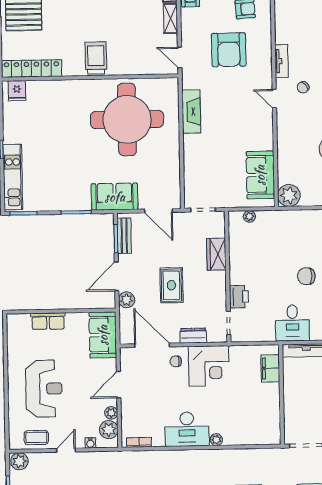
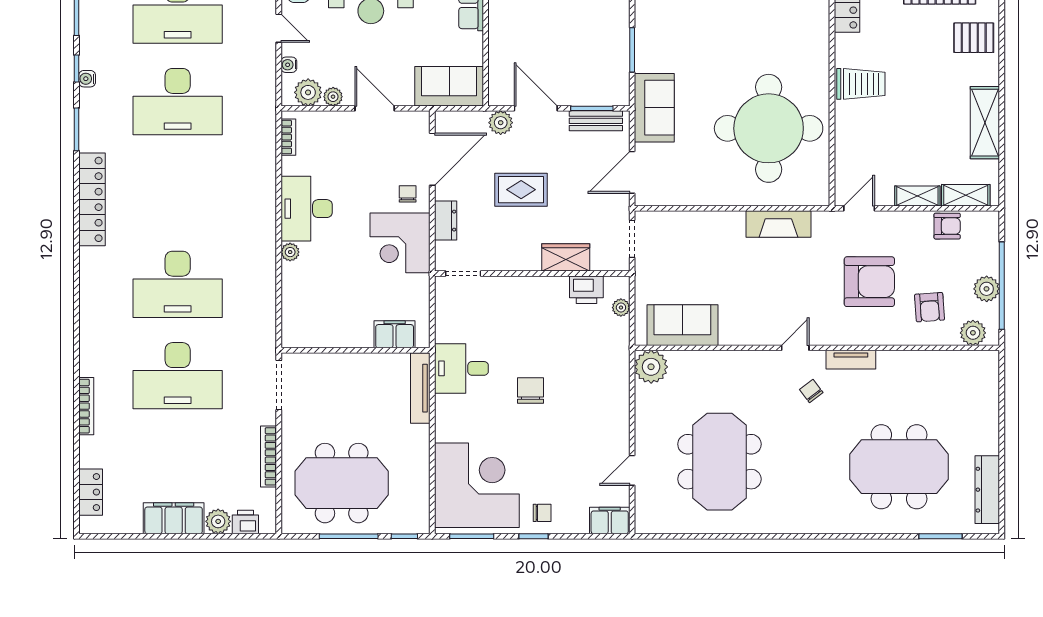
armchair: (229, 50) -> (869, 282), turned 180
printer: (239, 297) -> (586, 290), moved

